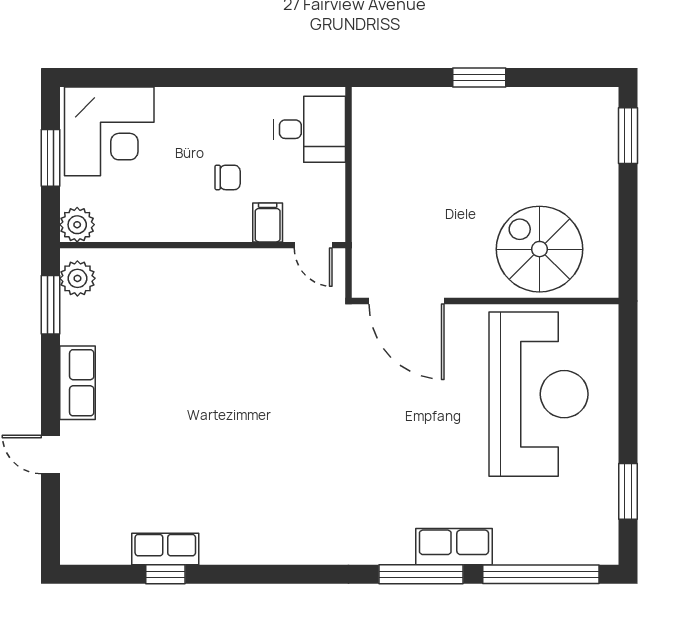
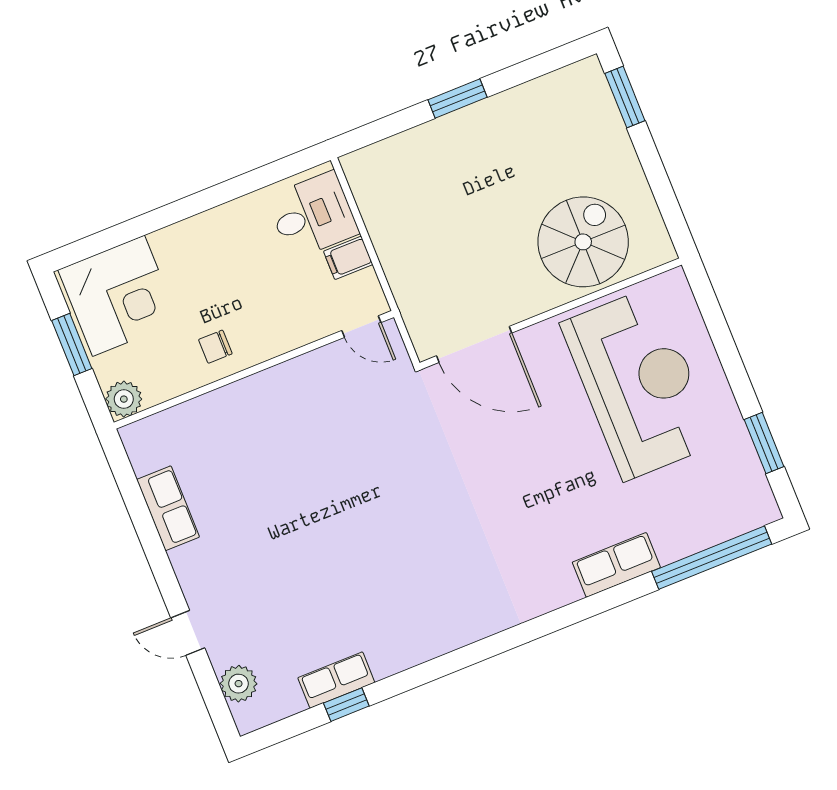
chair: (228, 177) -> (215, 347), moved, turned 180
filing cabinet: (268, 222) -> (348, 258), moved, turned -90
spiral stairs: (539, 249) -> (583, 242), turned 90
plant: (77, 278) -> (239, 684), moved
window: (51, 305) -> (129, 487), removed
row of seats: (77, 383) -> (168, 508), moved
window: (421, 574) -> (595, 605), removed

